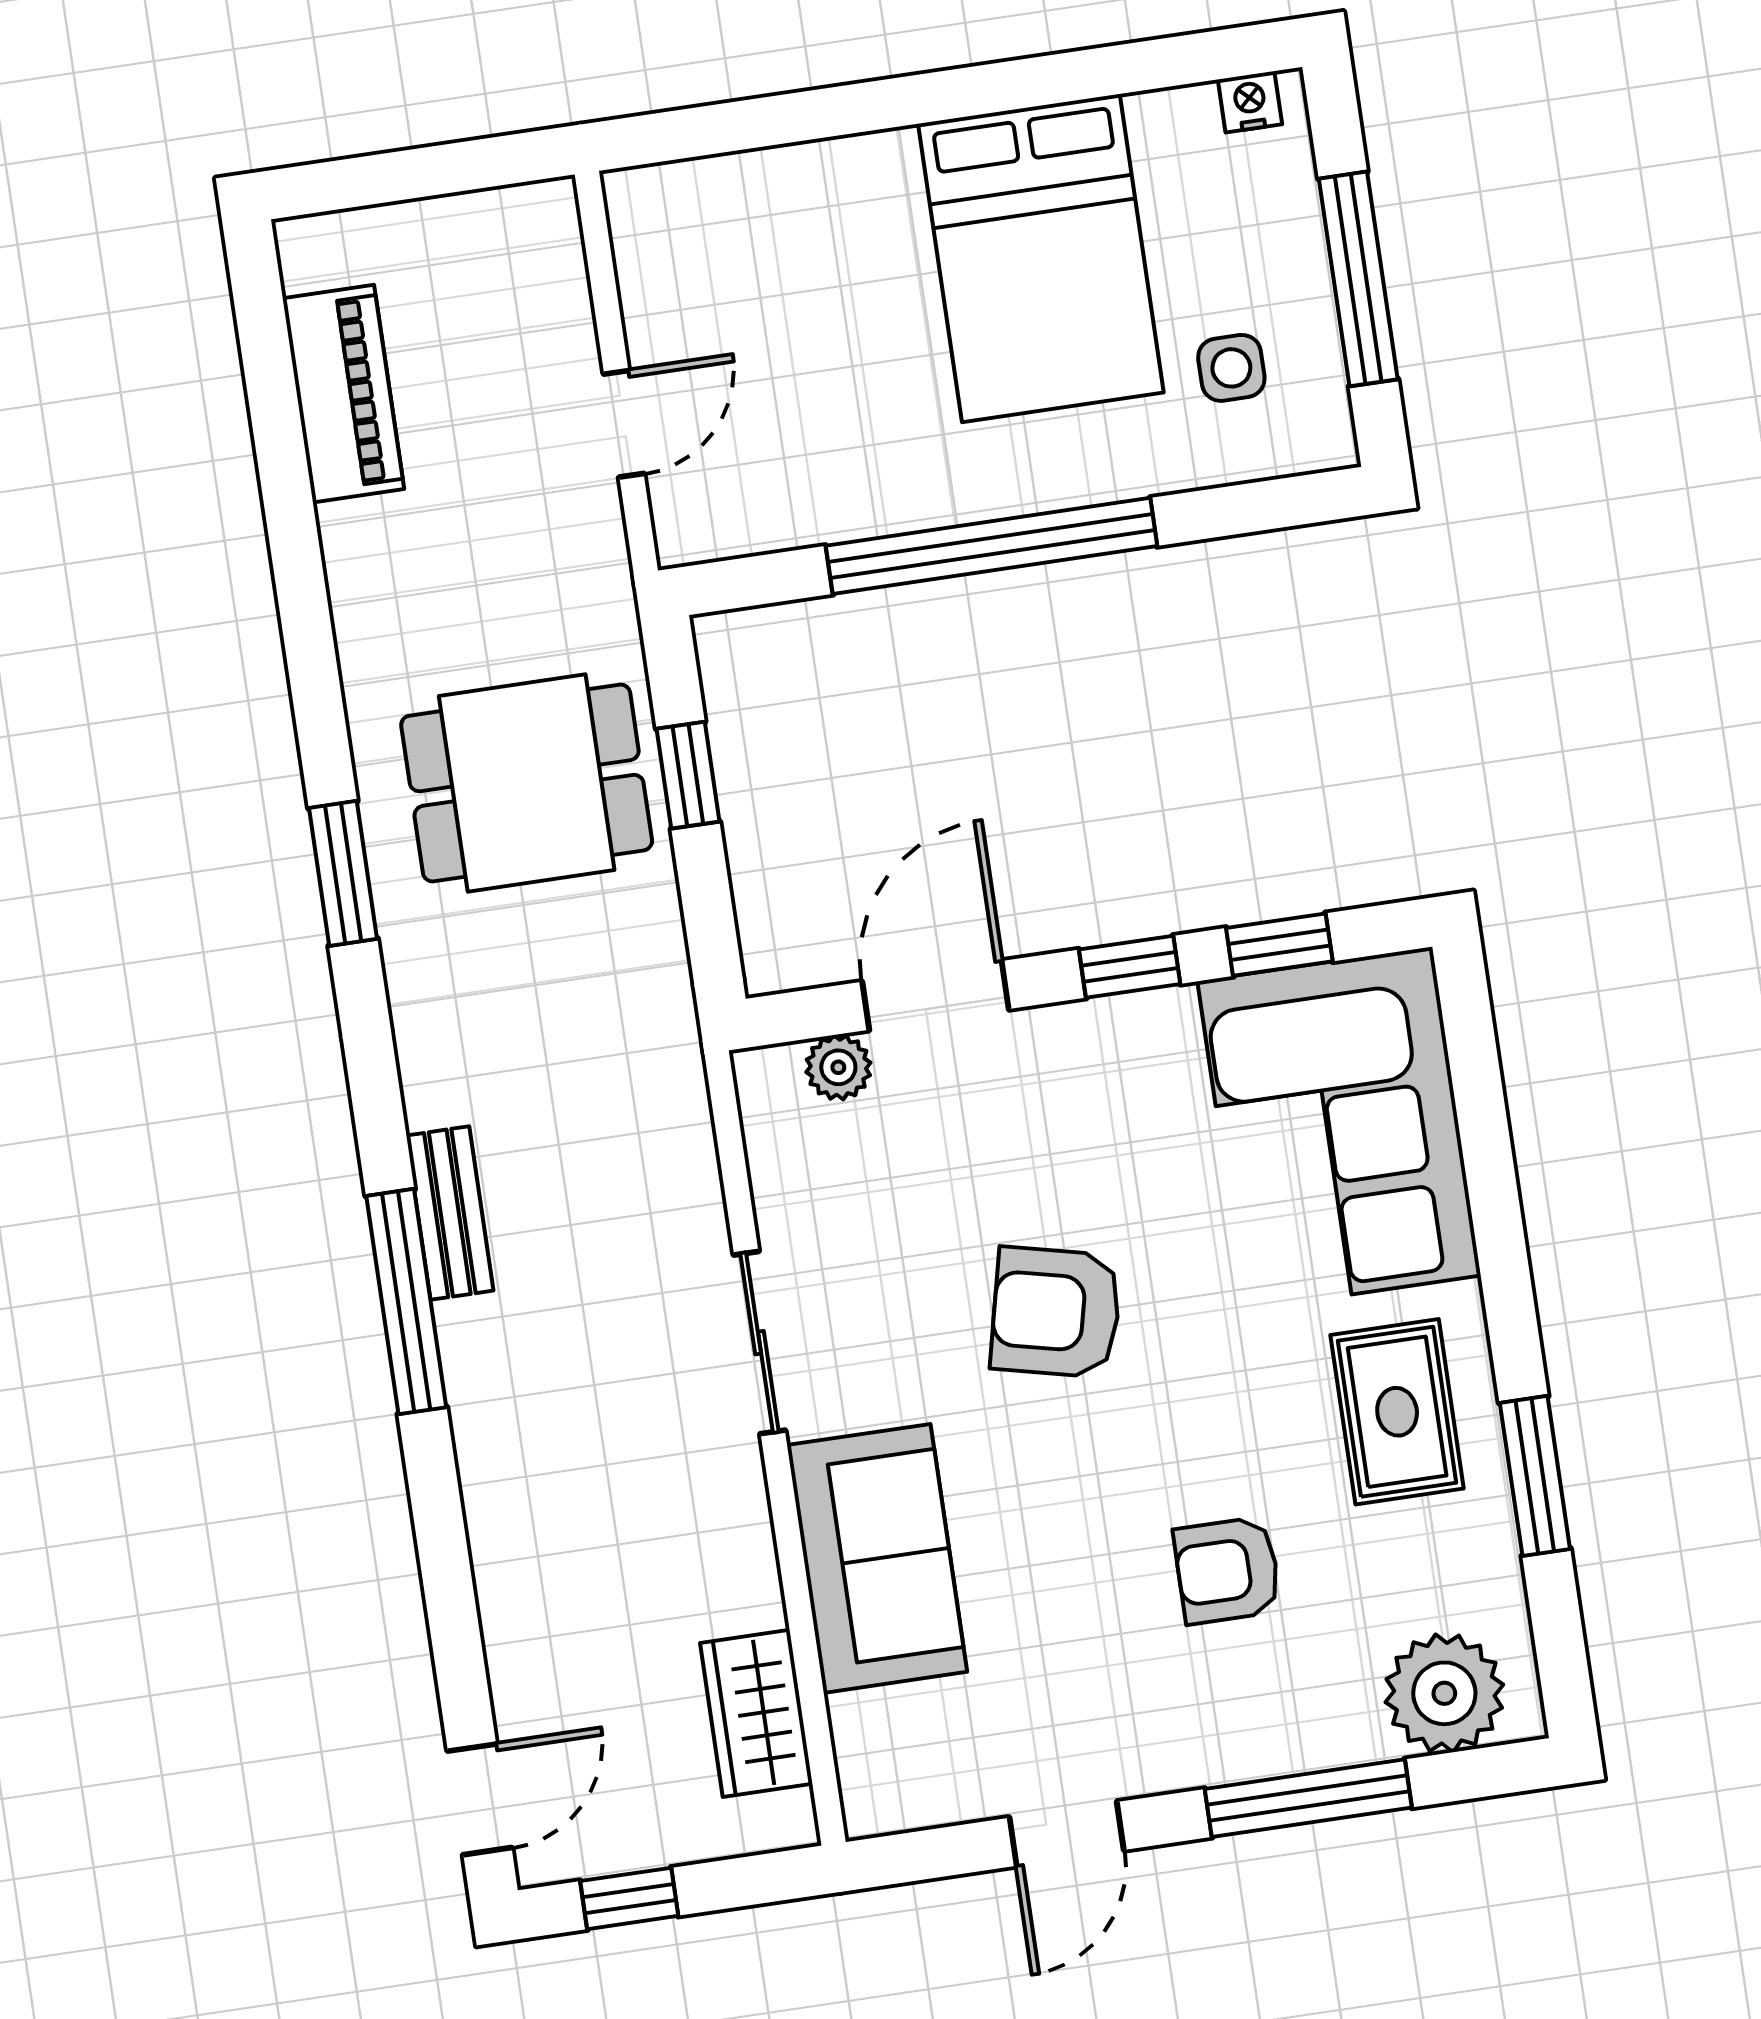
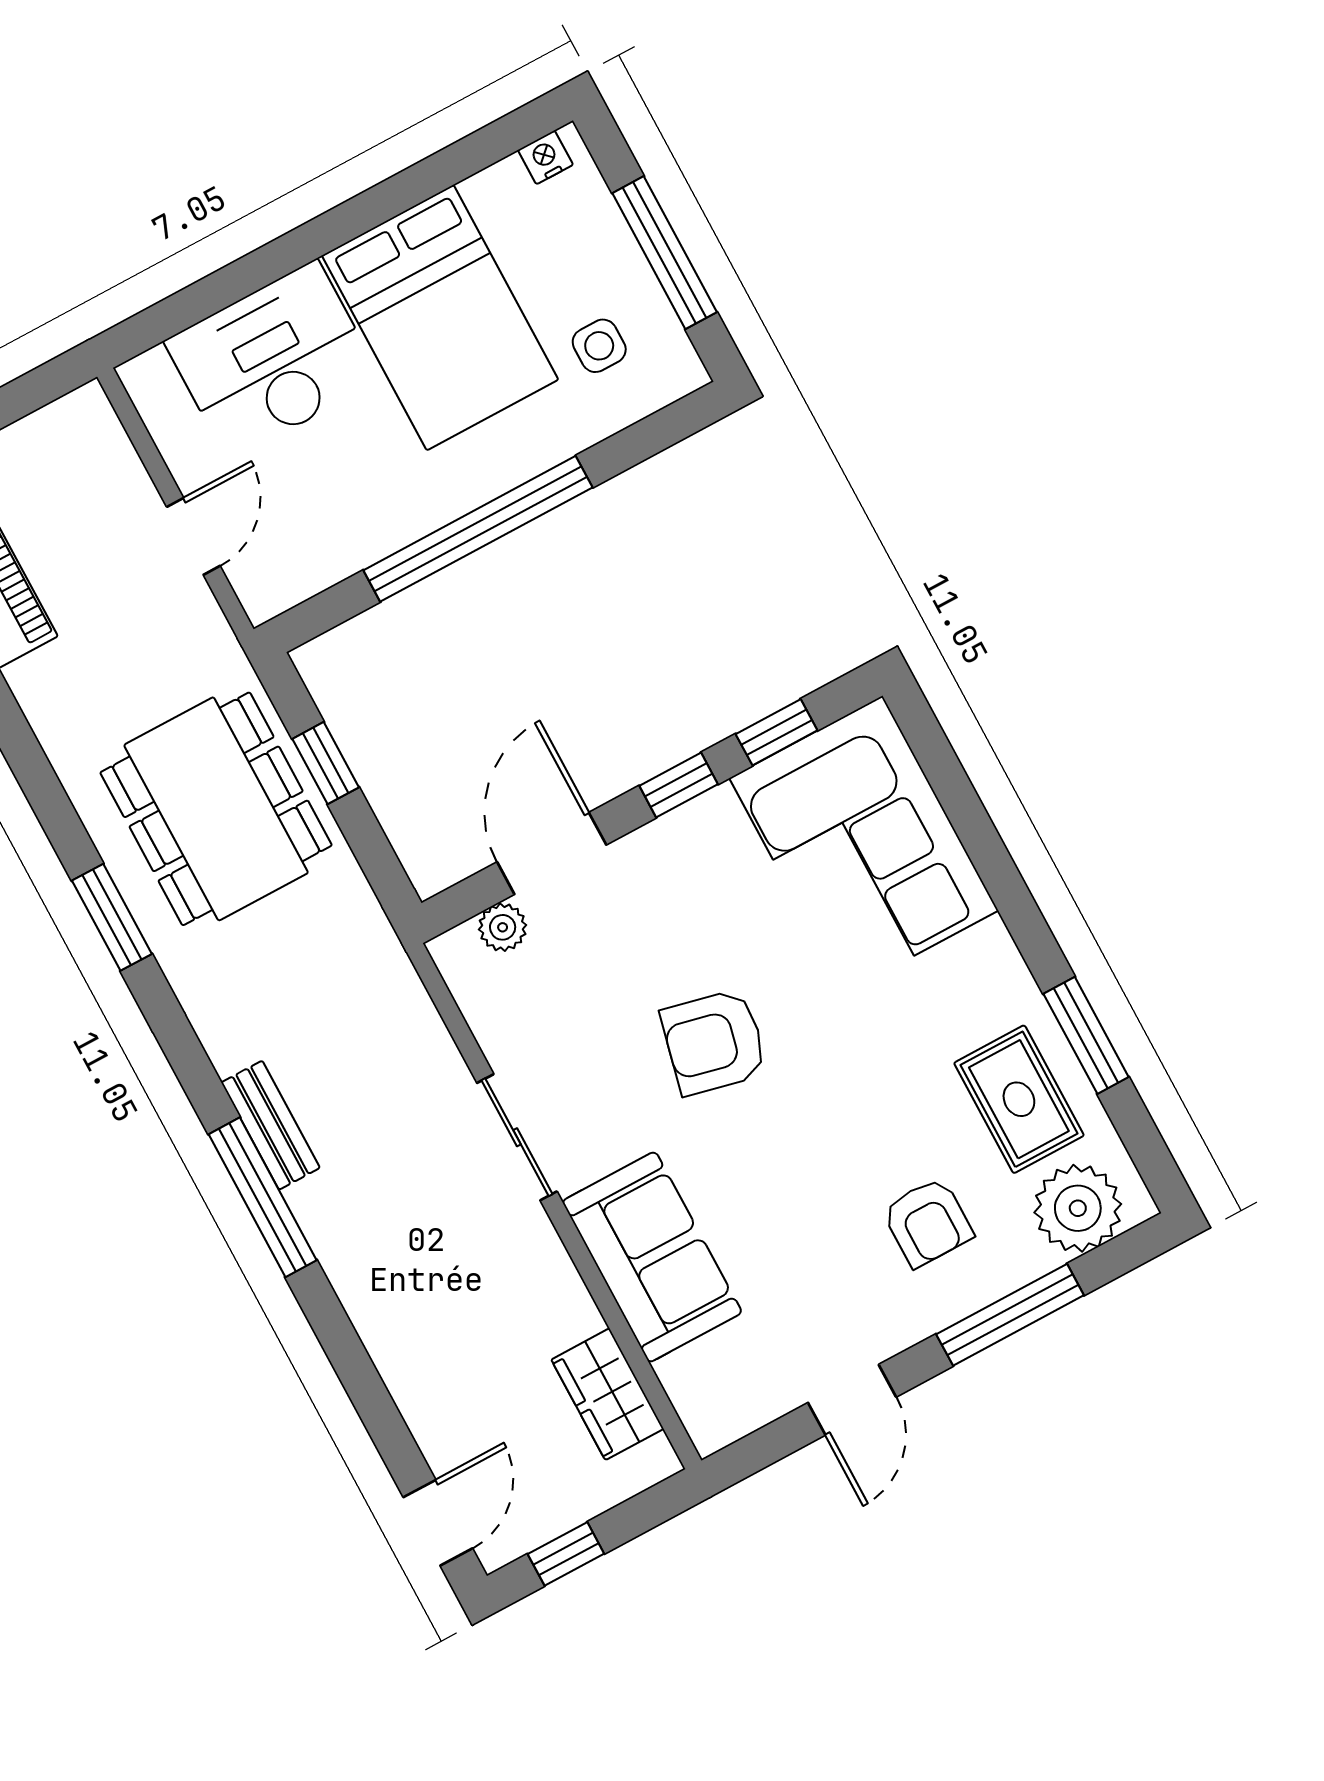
desk: (807, 235) -> (273, 360), added
dining table: (527, 783) -> (216, 809), width x1.37
rug: (1397, 1412) -> (1019, 1099), moved
armchair: (1227, 1570) -> (927, 1222), moved, turned -90

